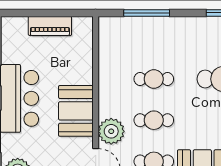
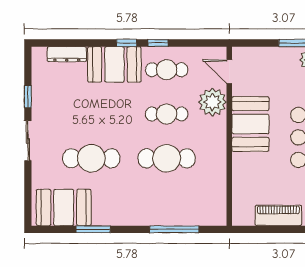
cafe table: (154, 79) -> (167, 158), width x1.37, depth x1.35

